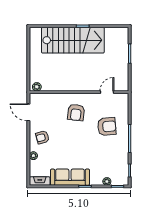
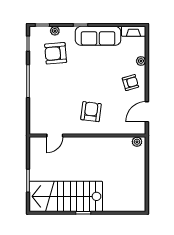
stairs: (73, 40) -> (66, 196), moved
door: (28, 112) -> (147, 112), swing flipped
armchair: (107, 127) -> (56, 53), moved

